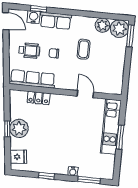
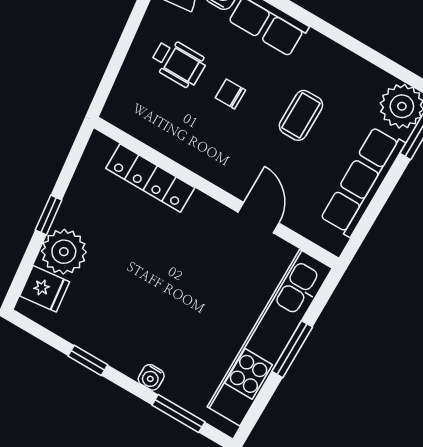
plant: (102, 25) -> (368, 81), removed
row of seats: (32, 79) -> (363, 181), moved, turned -90
locker: (39, 98) -> (150, 178), width x1.53
kitchen unit: (111, 127) -> (270, 338), width x1.36
plant: (19, 128) -> (64, 252), moved

